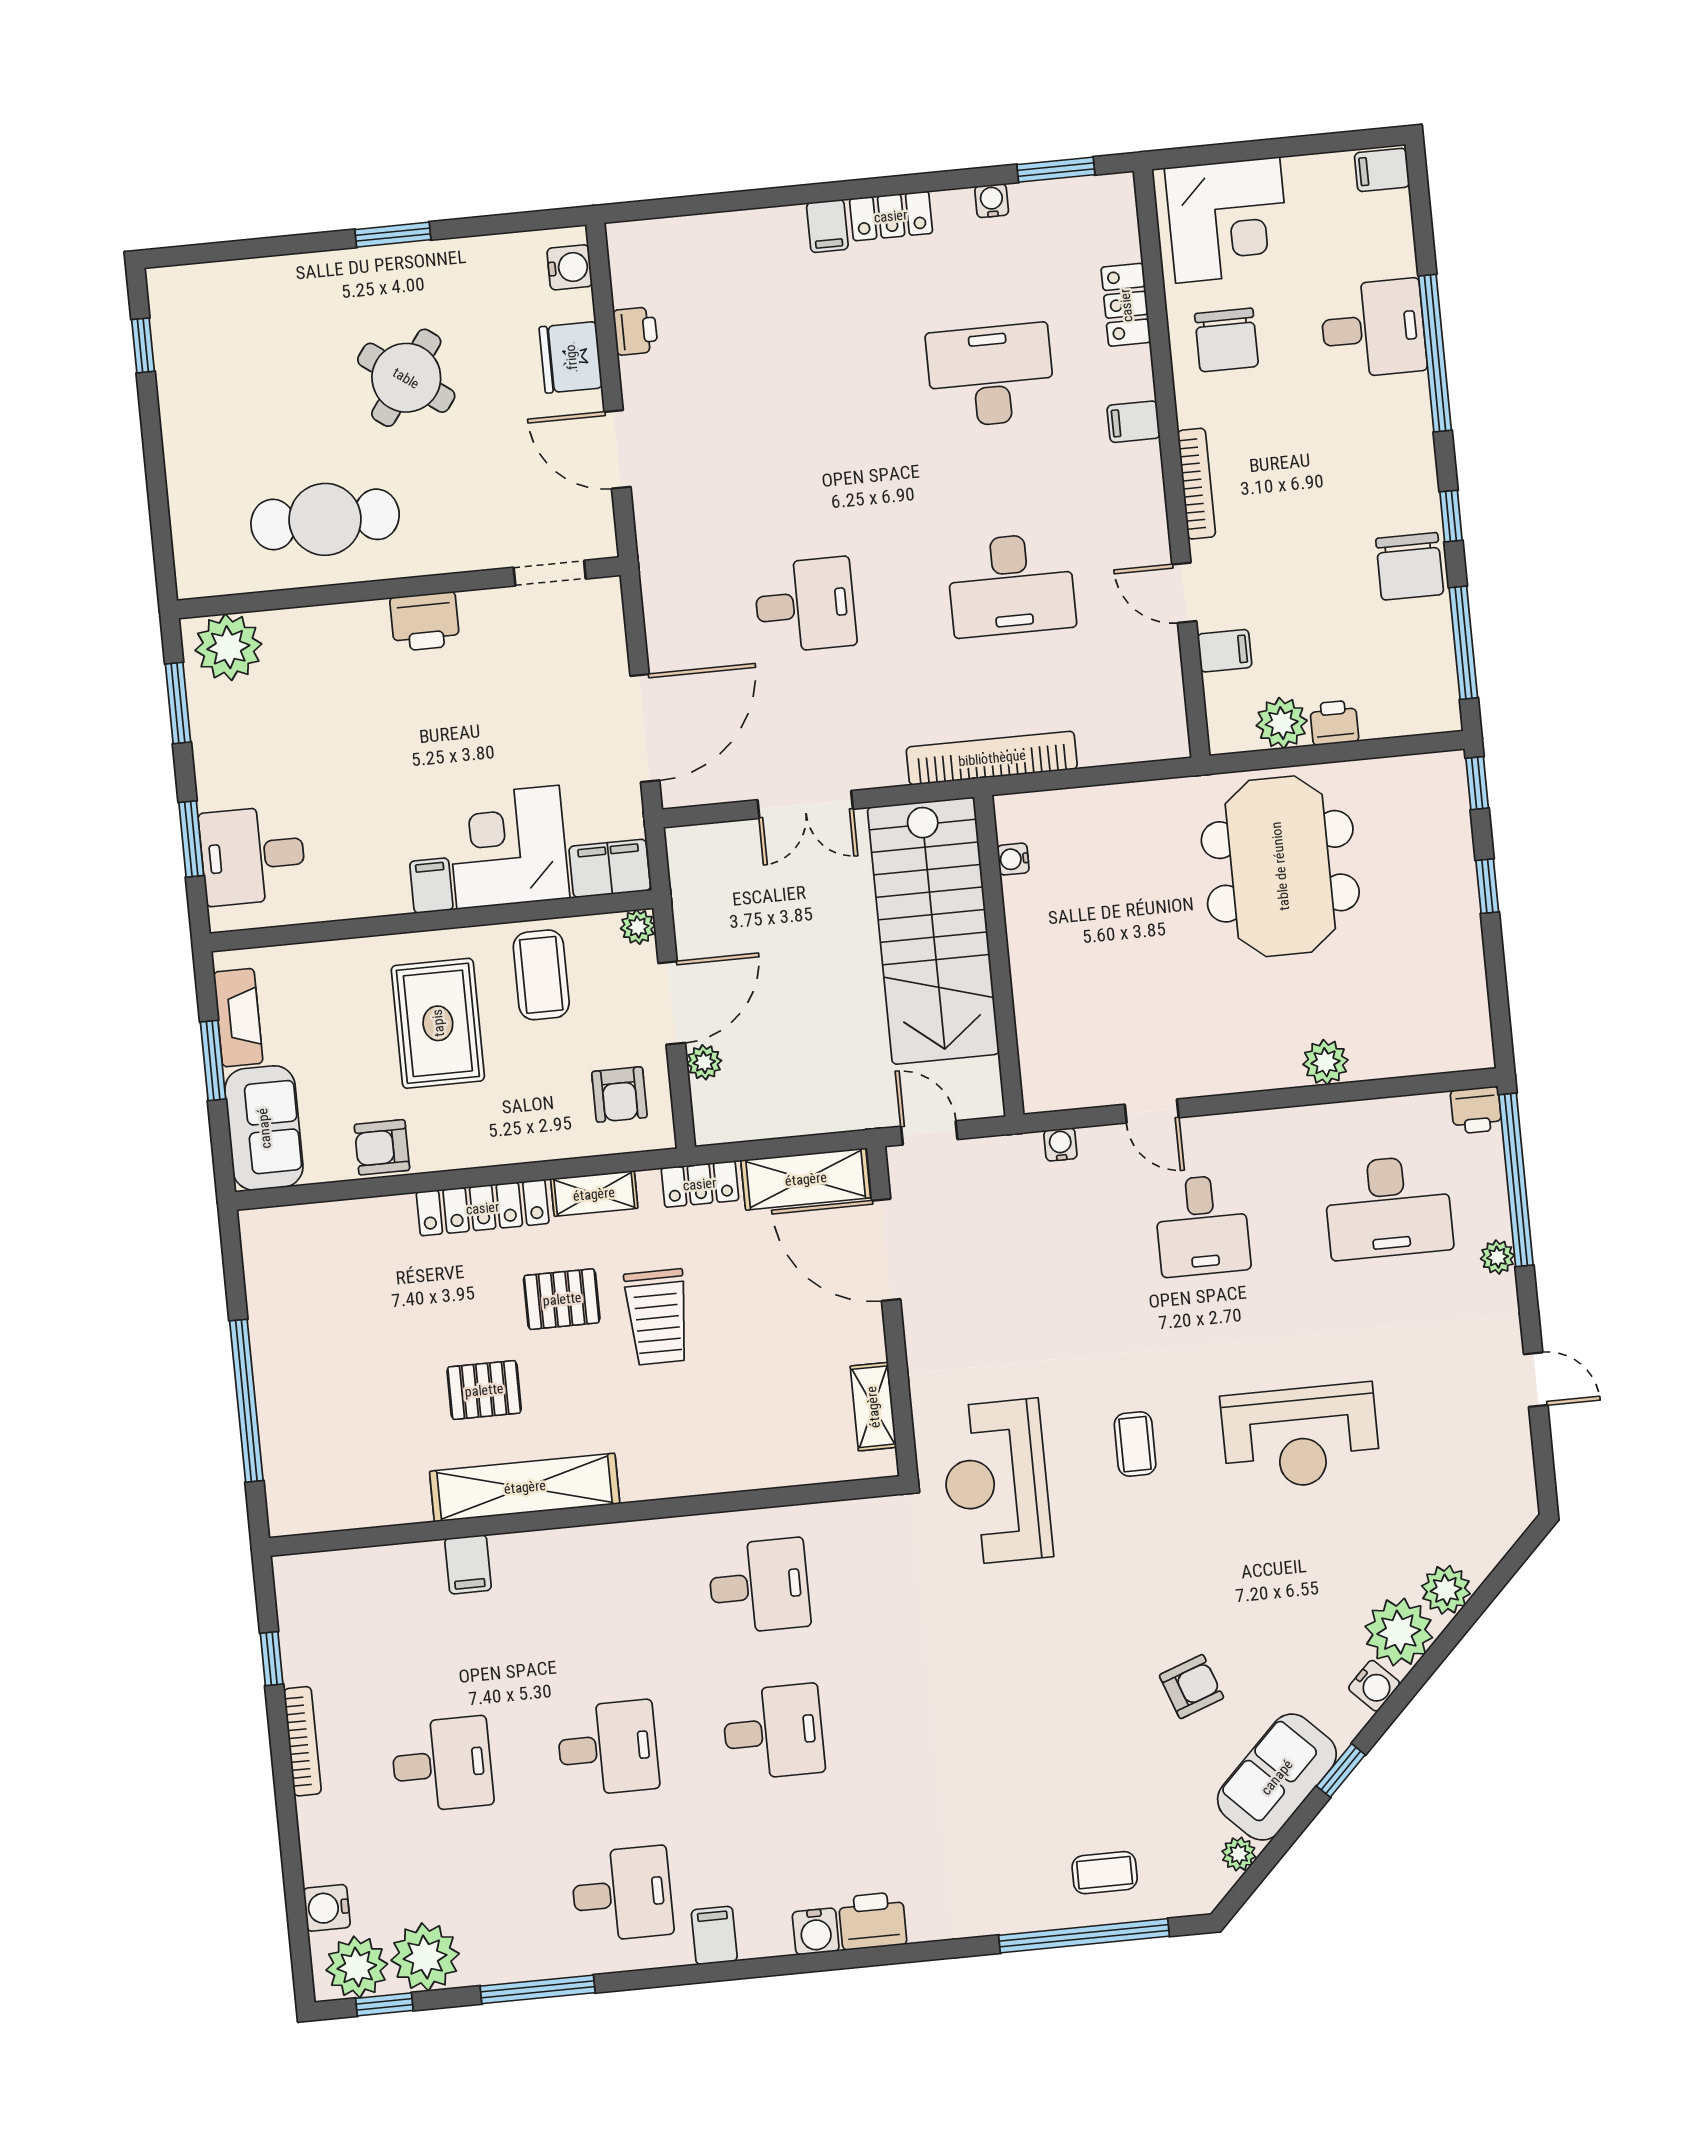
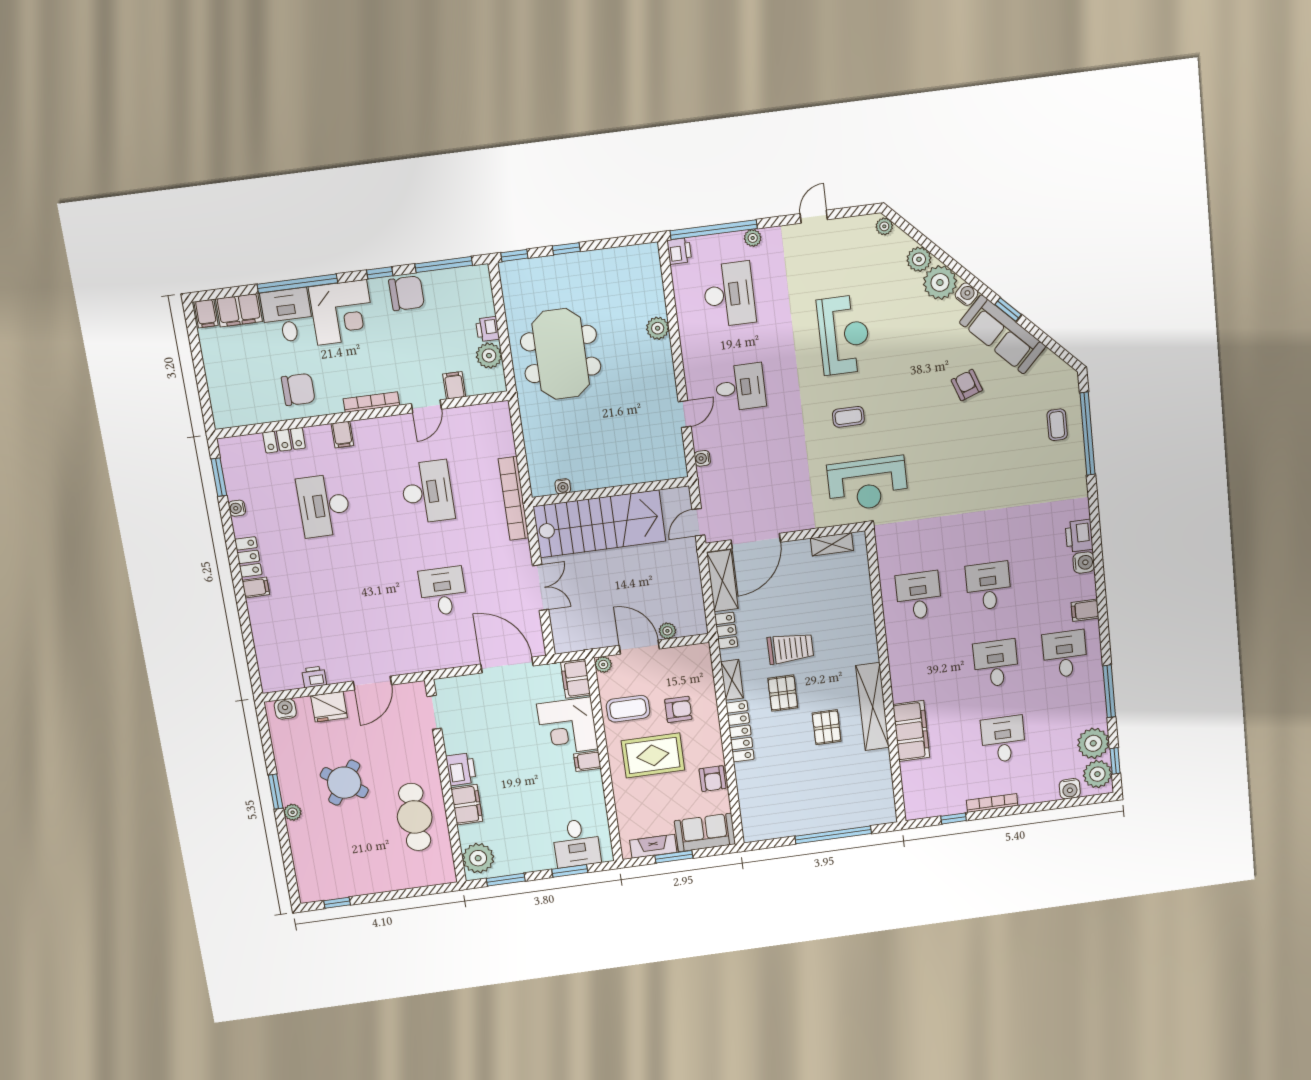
corner desk: (1228, 220) -> (342, 312), moved, turned 90
filing cabinet: (1386, 235) -> (239, 310), added
plant: (346, 266) -> (293, 812), added
filing cabinet: (347, 629) -> (467, 805), added
meeting table: (1280, 866) -> (561, 354), turned 90
armchair: (619, 1094) -> (678, 709), moved
filing cabinet: (468, 1564) -> (911, 731), width x3.00, depth x1.17
sofa: (1277, 1777) -> (1003, 334), width x1.36
plant: (1239, 1854) -> (884, 226), moved

